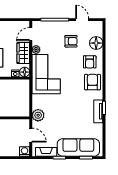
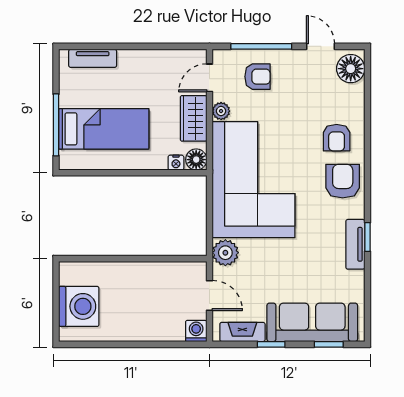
armchair: (71, 41) -> (258, 77), moved
floor lamp: (96, 43) -> (351, 69), moved
corner sofa: (46, 74) -> (254, 180), width x1.36, depth x1.36

